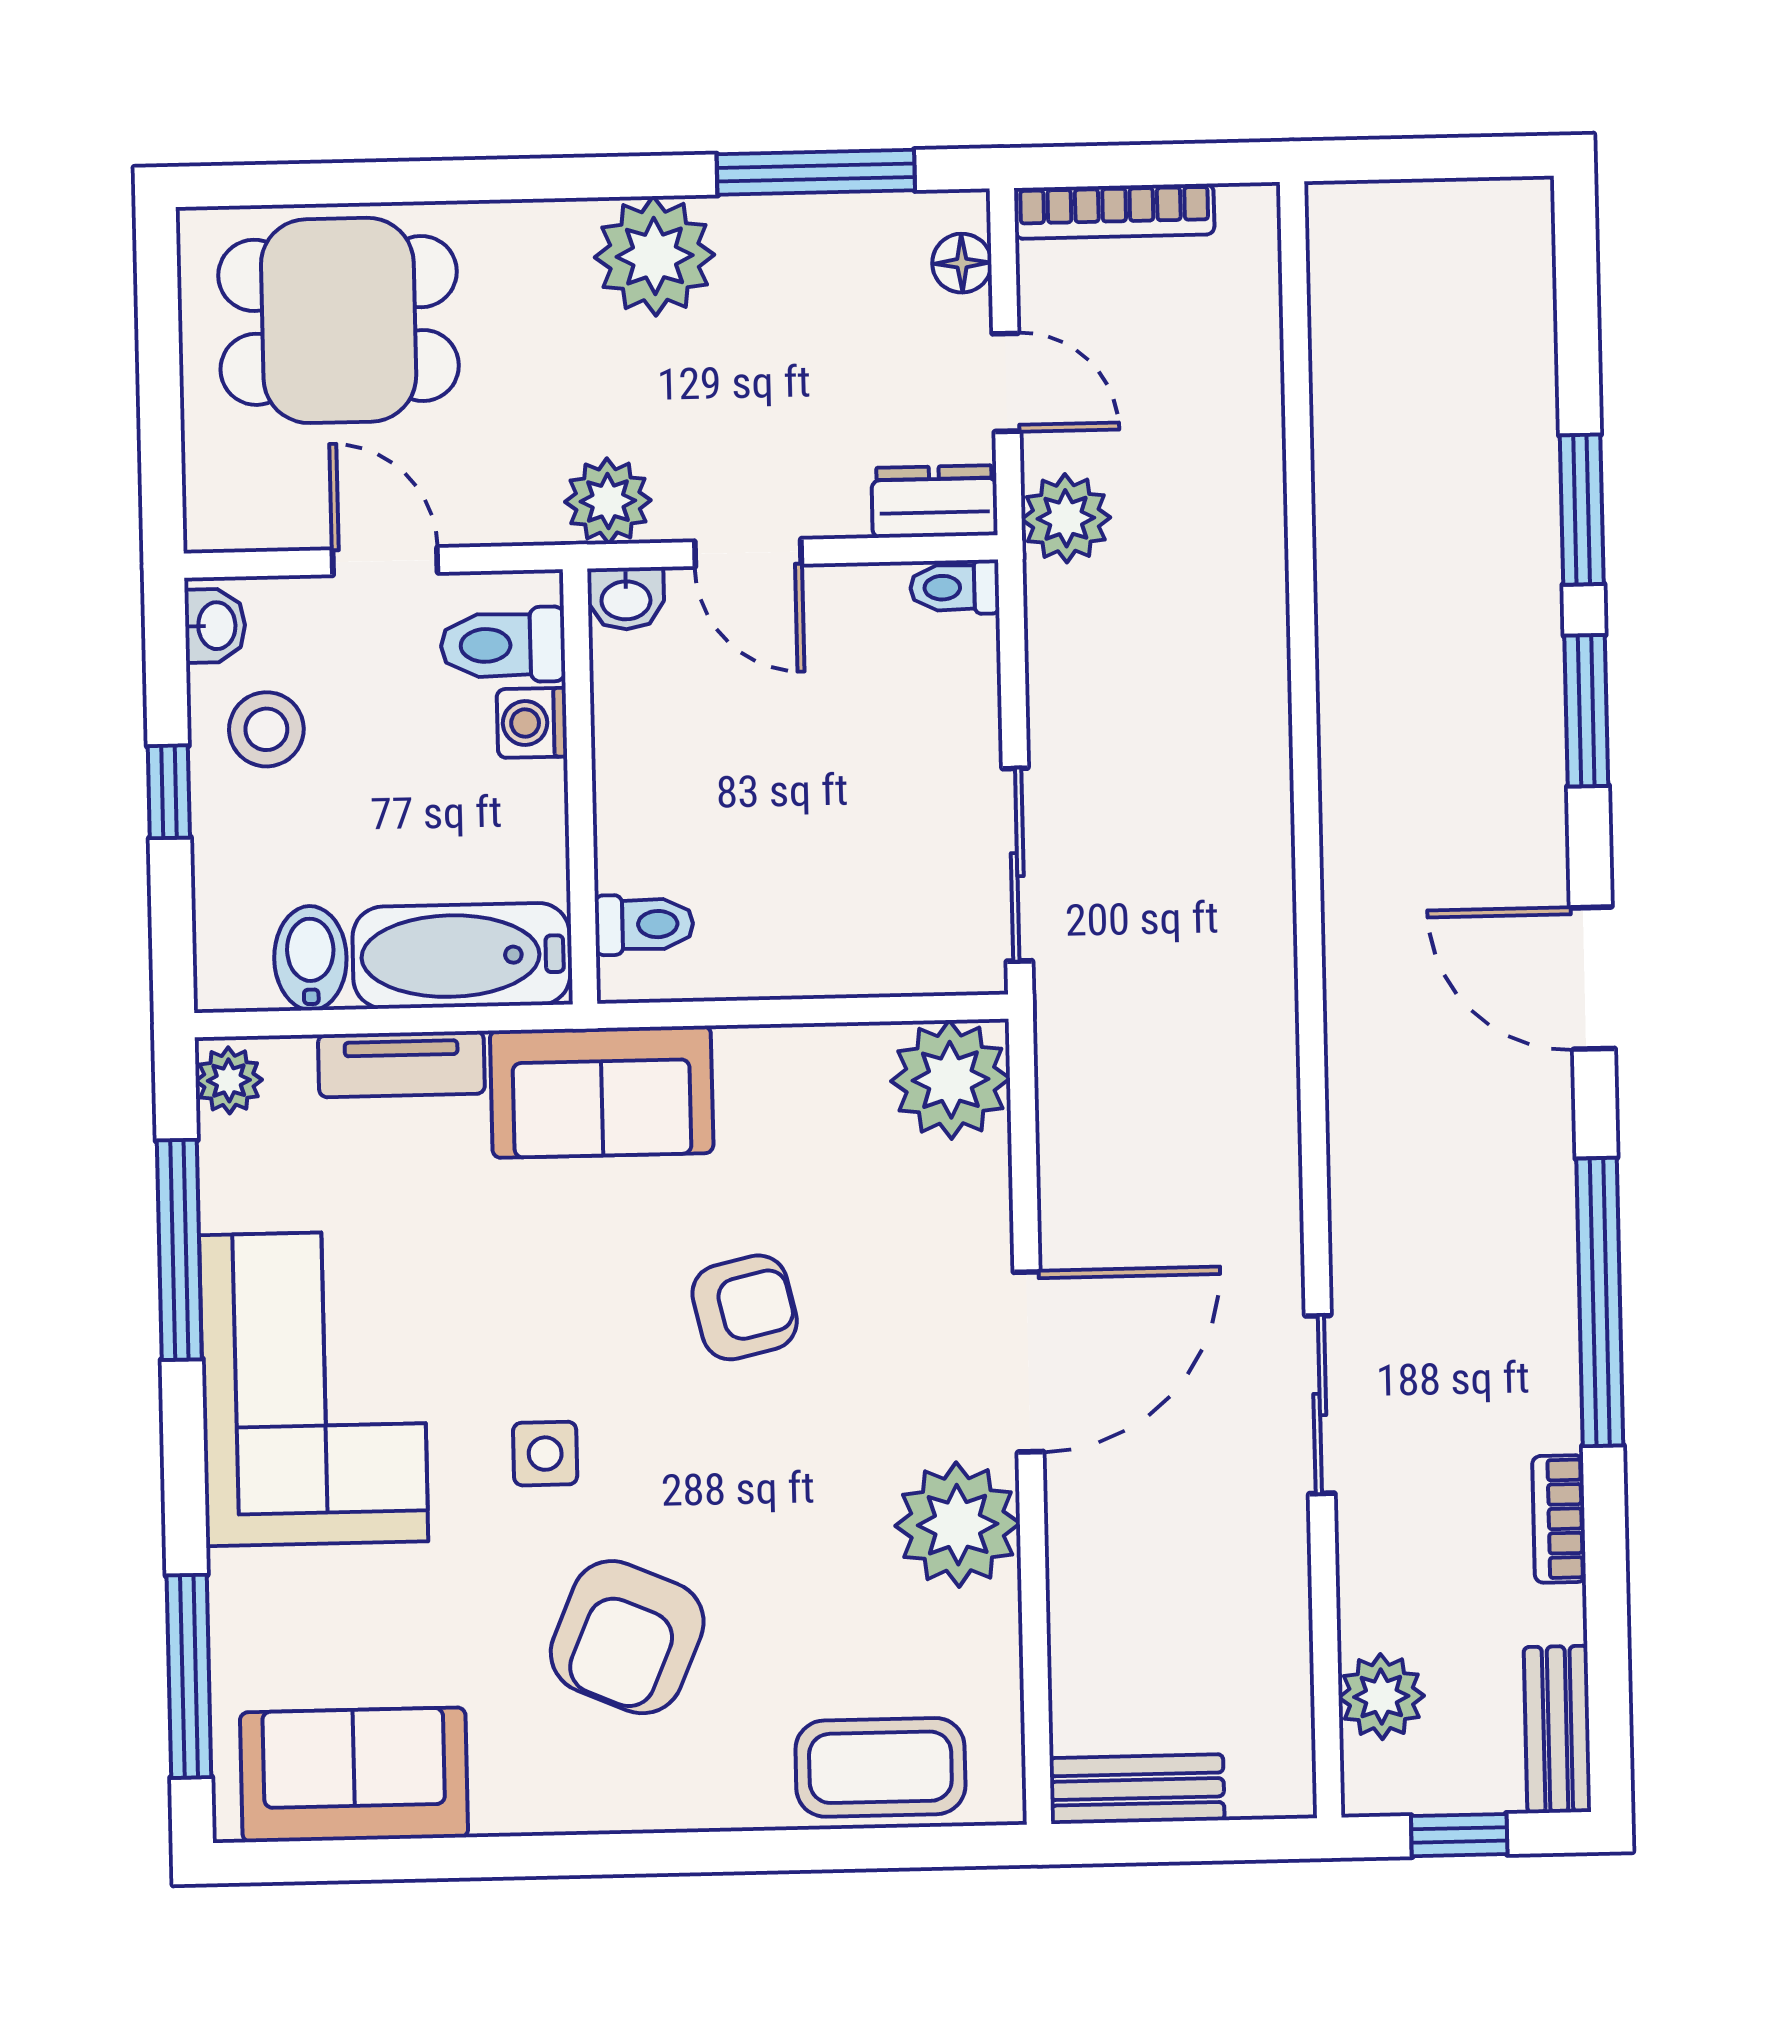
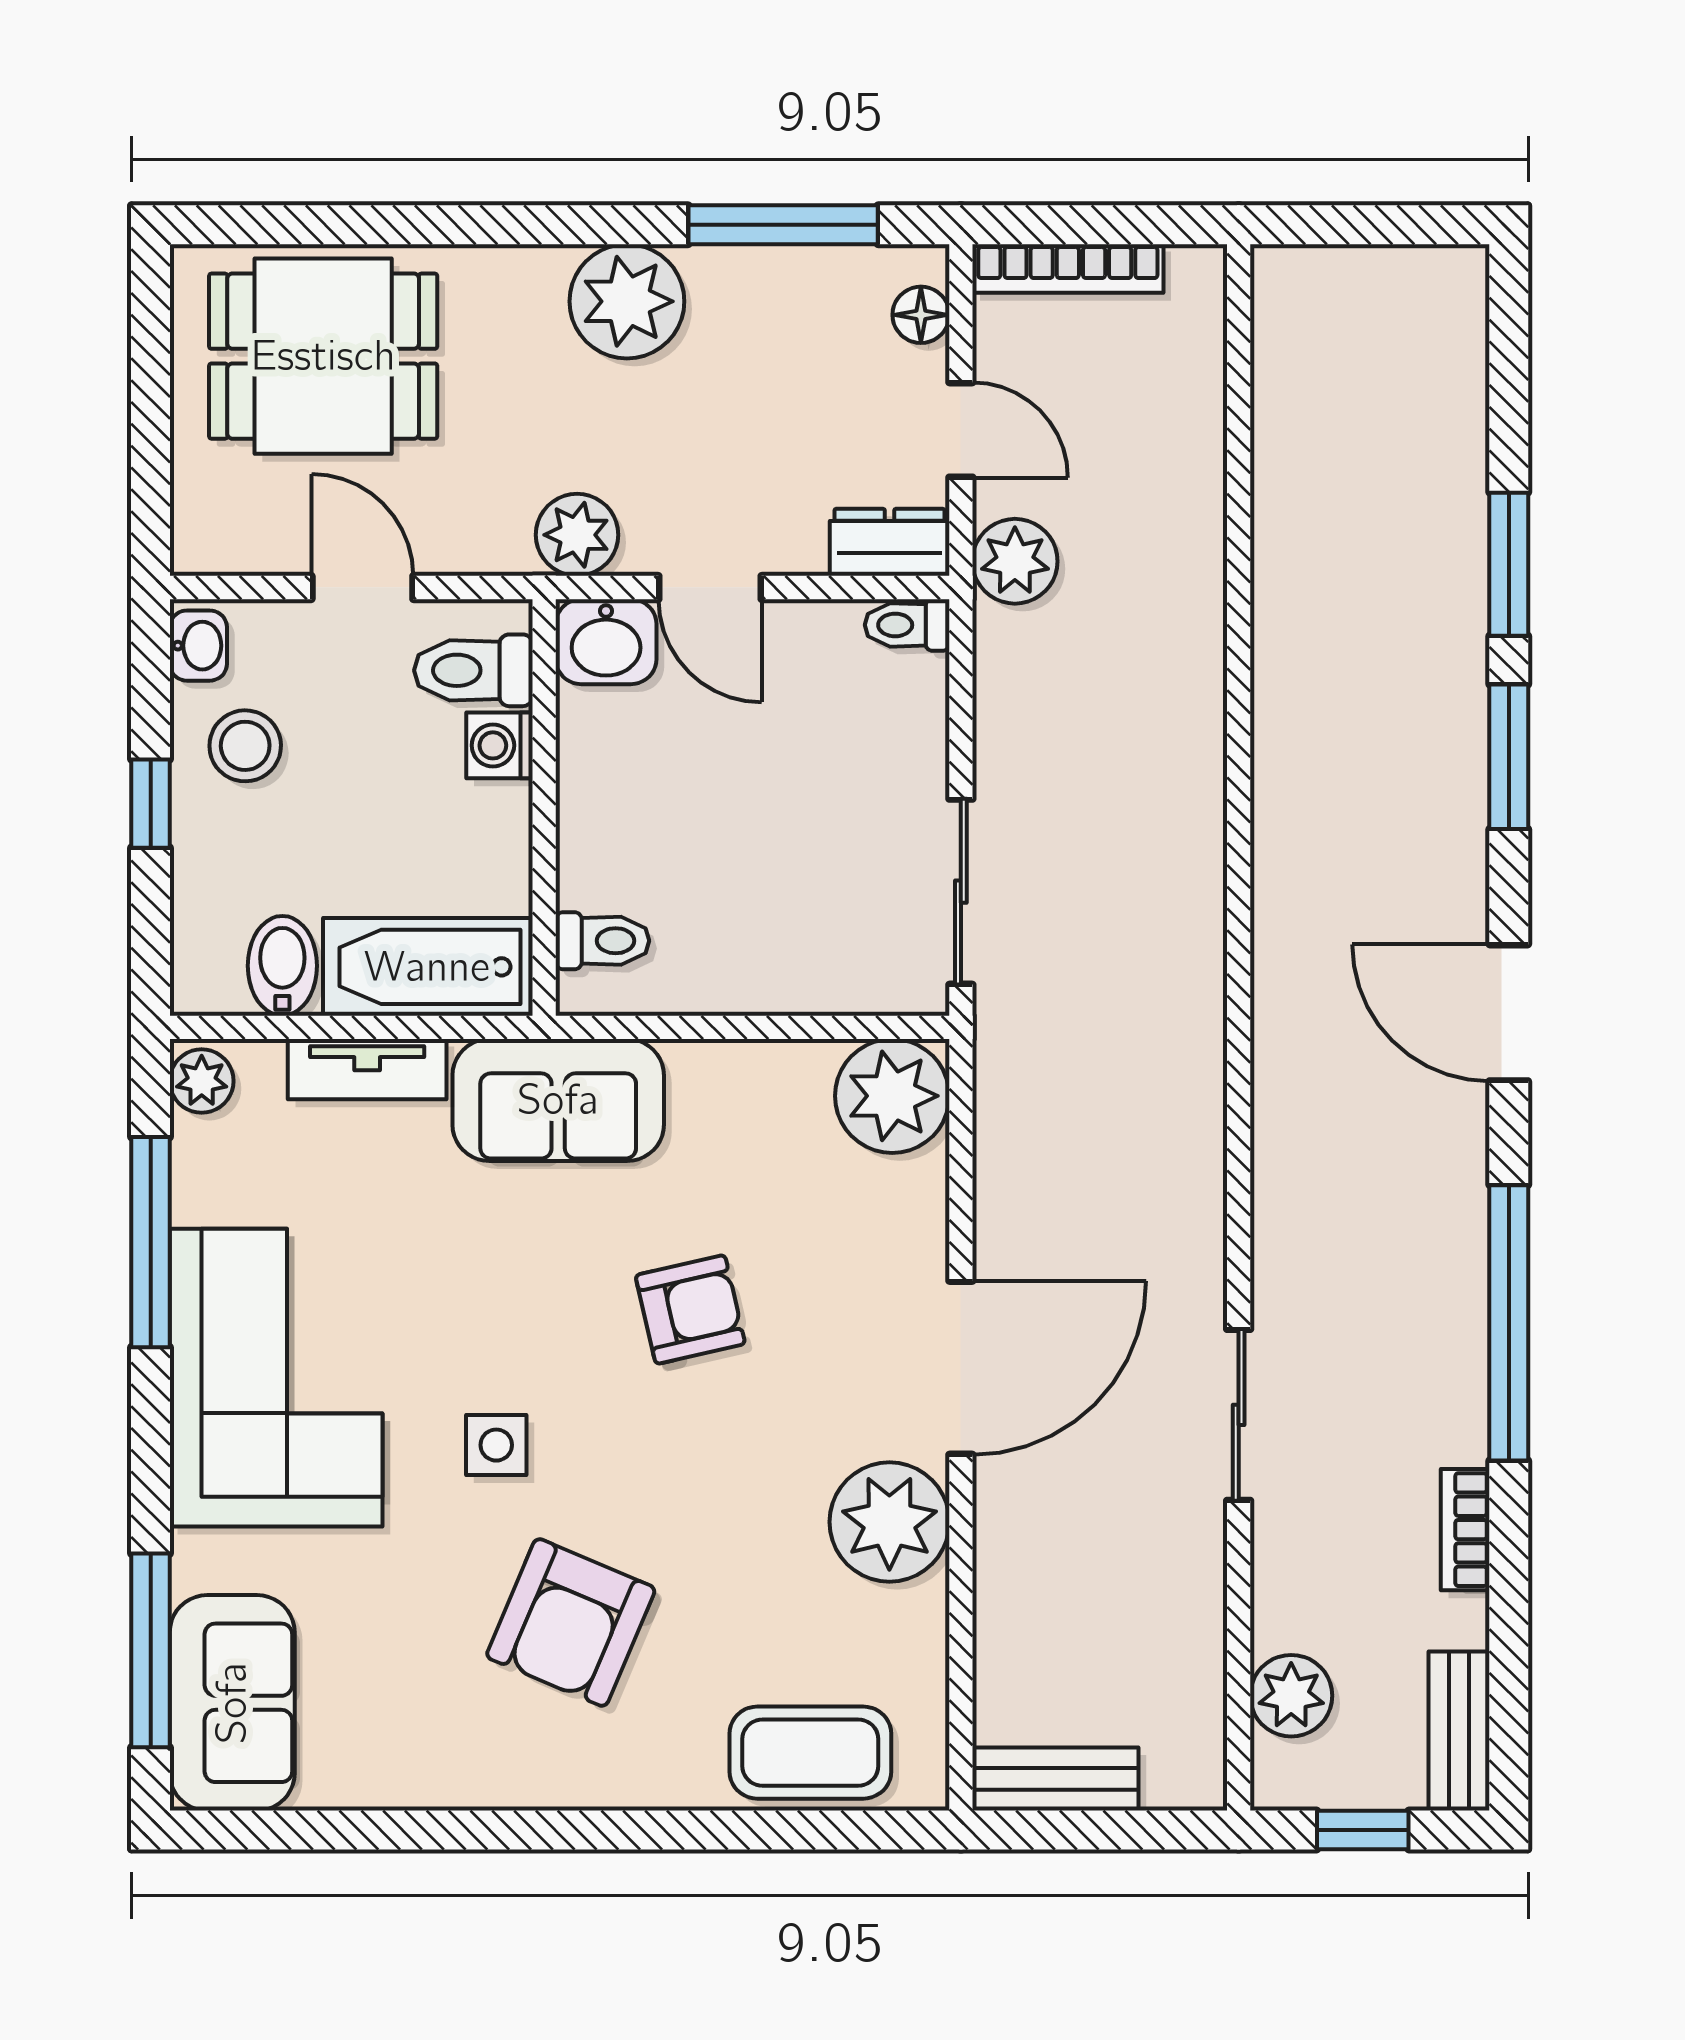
washbasin: (626, 599) -> (606, 642), width x1.38, depth x1.45
sofa: (354, 1775) -> (232, 1703), moved, turned 90

